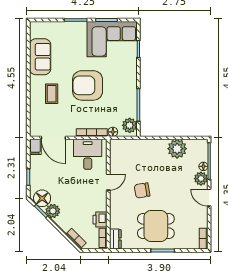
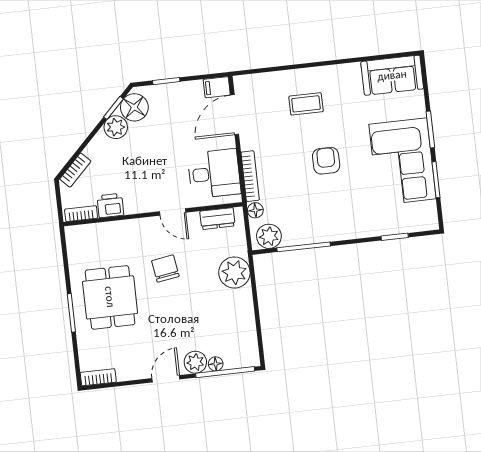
corner sofa: (112, 39) -> (402, 162), moved
sofa: (40, 57) -> (392, 75), moved
armchair: (88, 85) -> (326, 161), width x0.53, depth x0.53
plant: (177, 149) -> (234, 272), moved
dresser: (115, 239) -> (217, 219), moved

